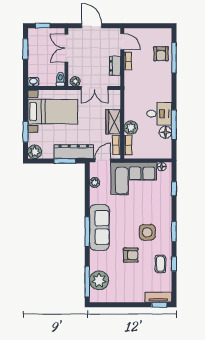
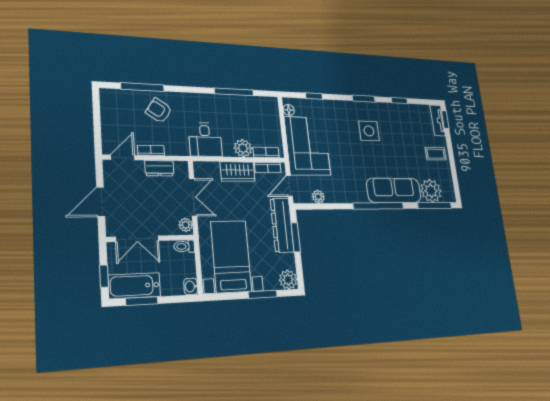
bathtub: (36, 45) -> (134, 286), added
armchair: (161, 54) -> (159, 111), moved, turned -146
desk: (159, 114) -> (205, 140), moved, turned 180
floor lamp: (165, 132) -> (245, 103), removed
door: (103, 160) -> (289, 186), hinge flipped
sofa: (99, 227) -> (394, 190), moved
window: (87, 232) -> (378, 206), width x1.46
armchair: (131, 255) -> (397, 152), removed
coffee table: (160, 264) -> (436, 154), moved

